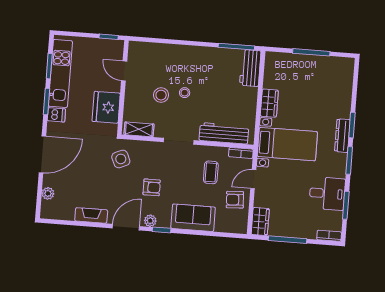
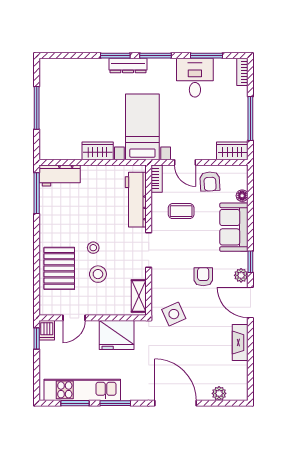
pallet: (169, 61) -> (59, 268), added
dishwasher: (56, 115) -> (47, 330), moved, turned 180
floor lamp: (220, 227) -> (242, 196), added

